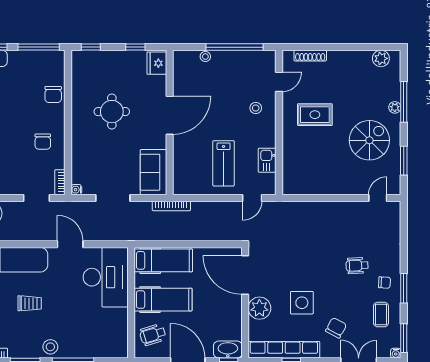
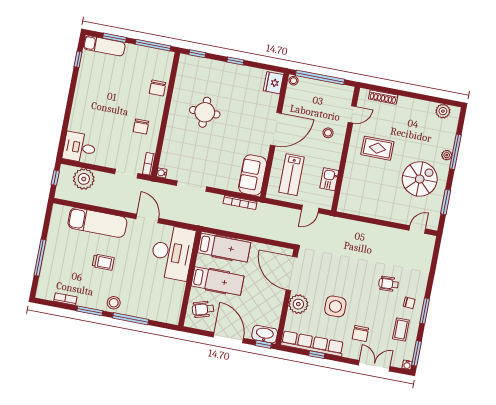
fridge: (157, 63) -> (273, 83), moved
door: (170, 115) -> (276, 129), moved
wall: (170, 123) -> (275, 135), moved
sofa: (153, 172) -> (253, 175), moved
chair: (336, 328) -> (360, 333), turned 152

